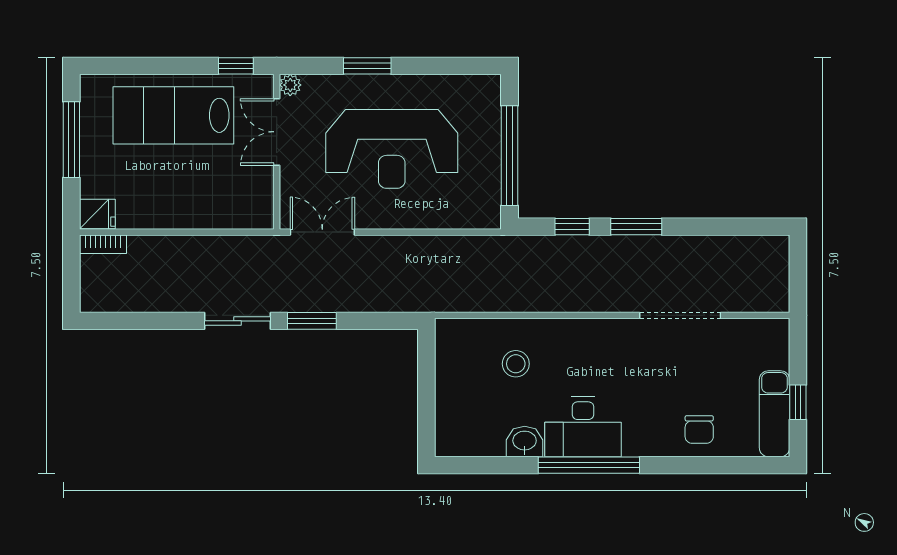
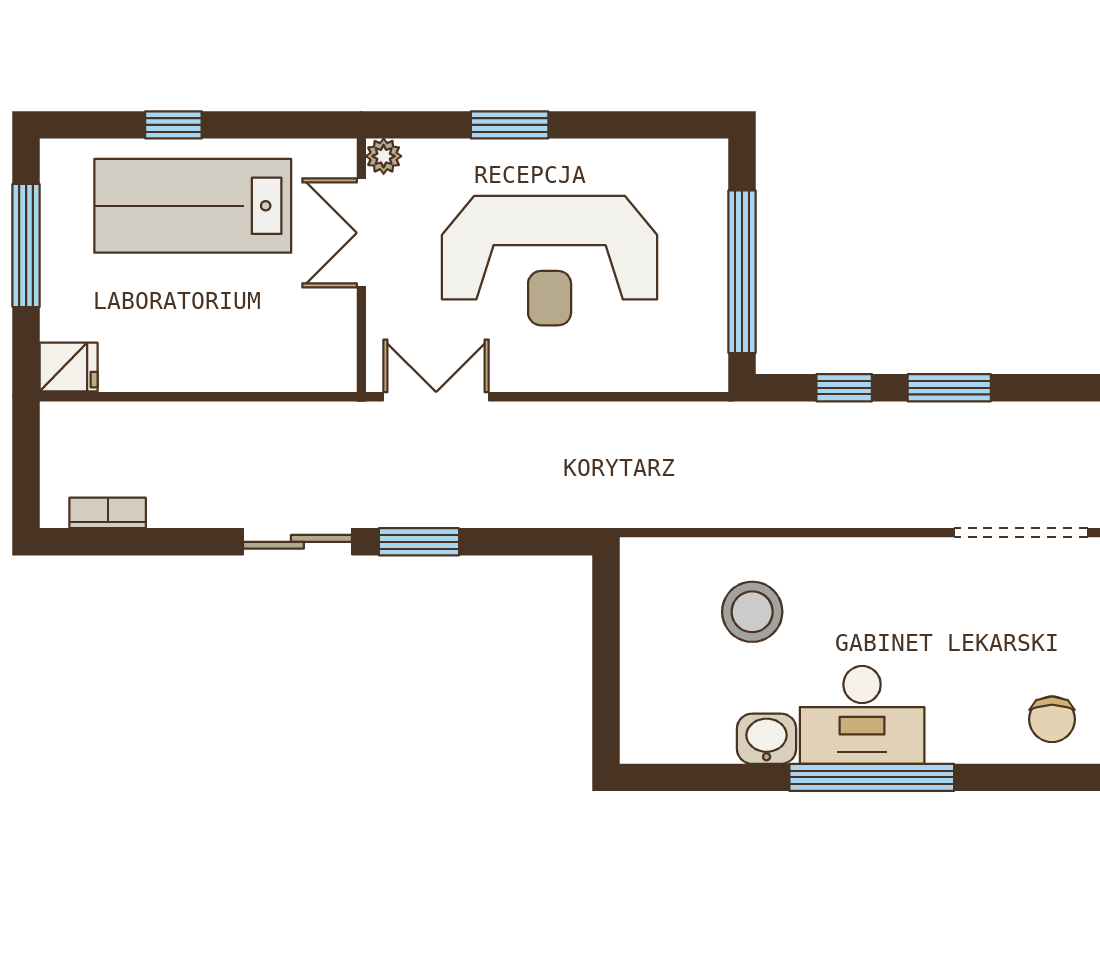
window: (236, 66) -> (173, 125), moved
bookcase: (103, 244) -> (108, 513), moved, turned 180
stool: (516, 364) -> (752, 612), width x1.38, depth x1.38

